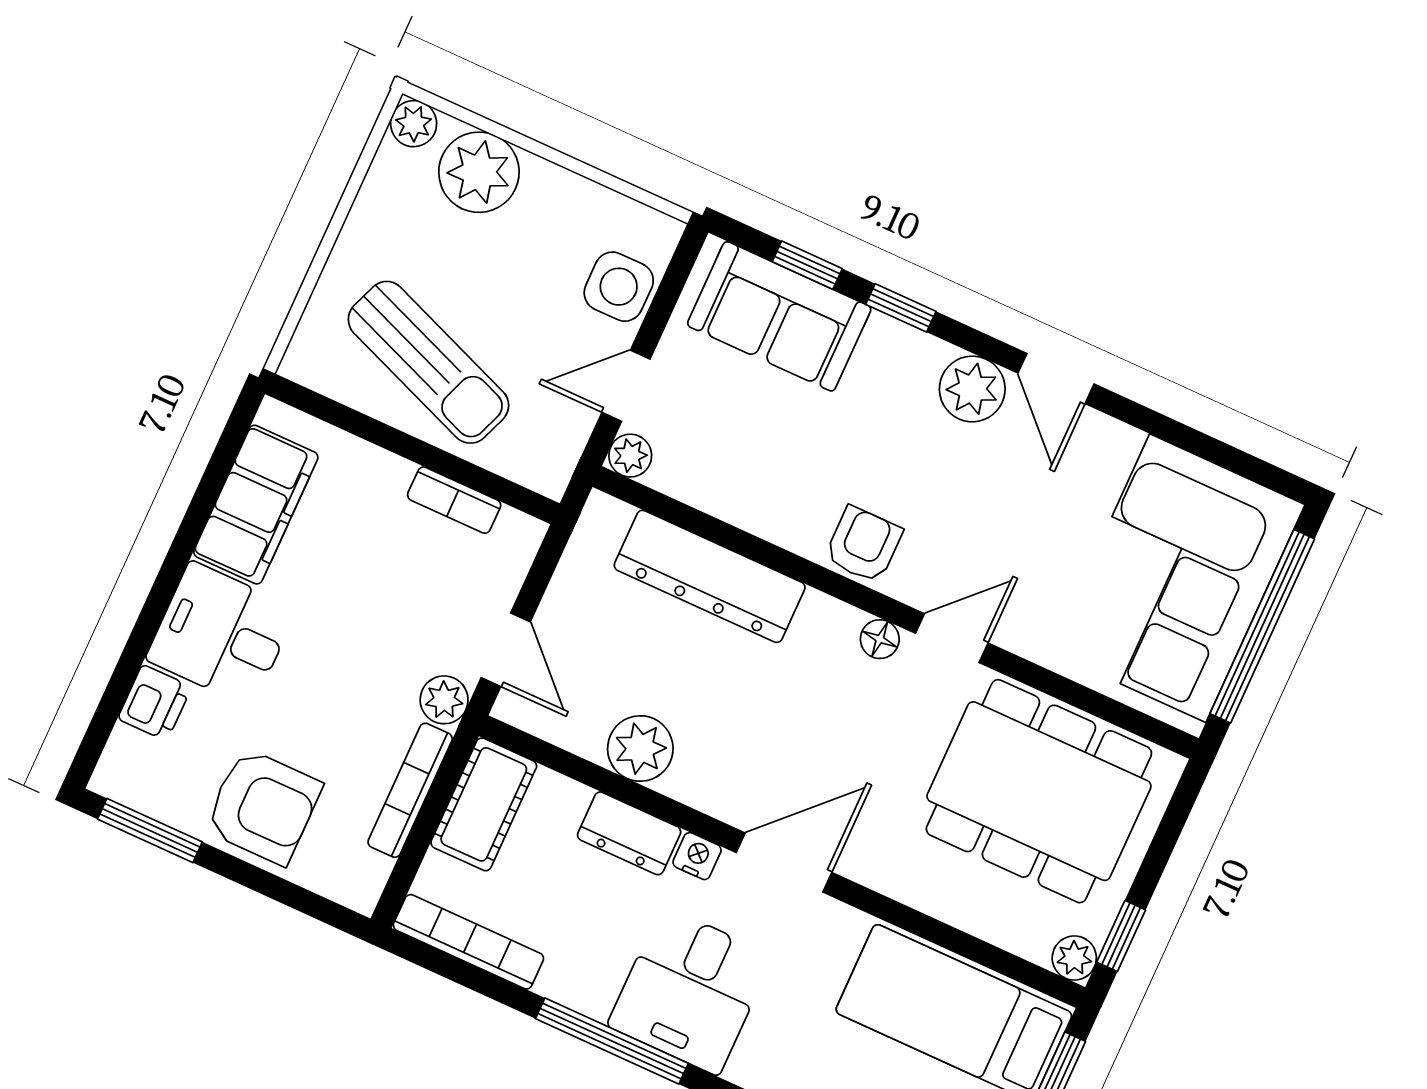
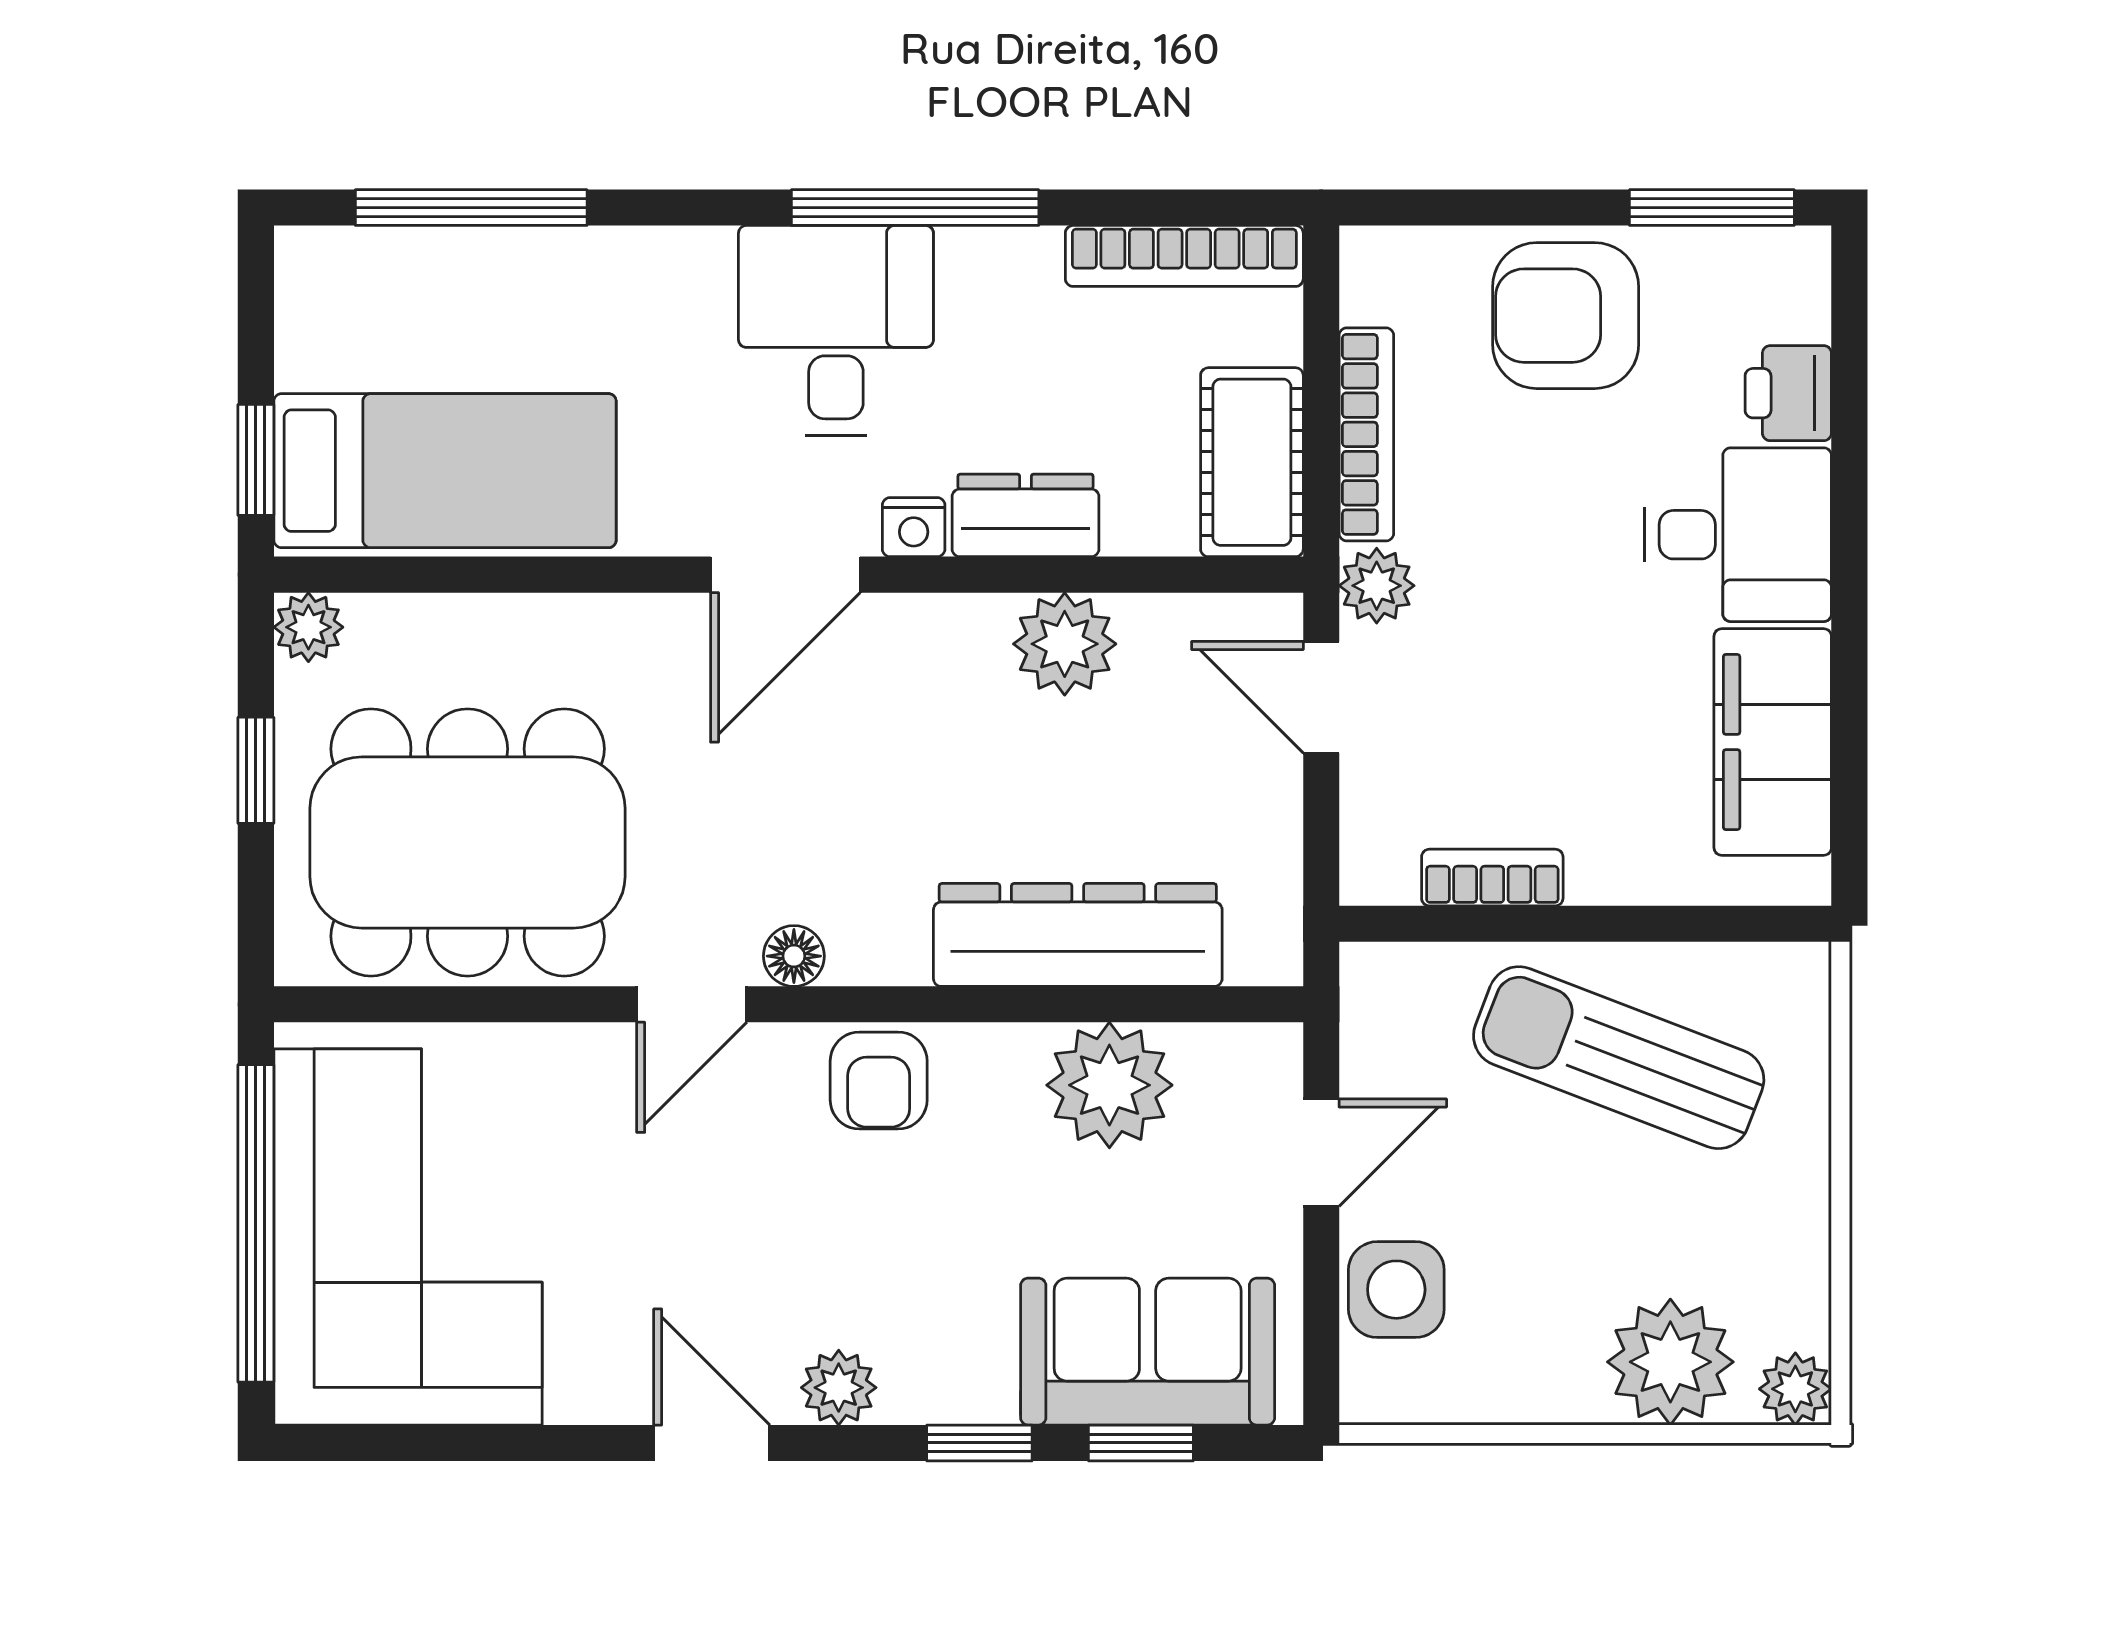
plant: (972, 389) -> (839, 1388), width x0.73, depth x0.73
plant: (630, 456) -> (1109, 1085), moved, width x1.88, depth x1.88
window: (1121, 936) -> (256, 770), moved

